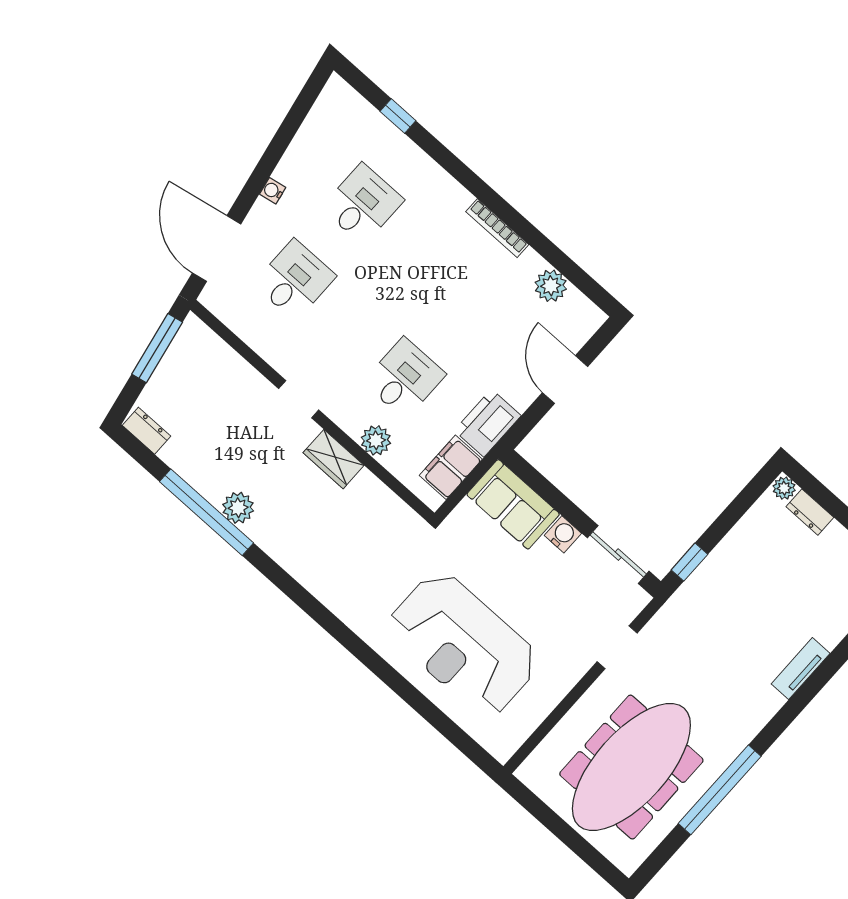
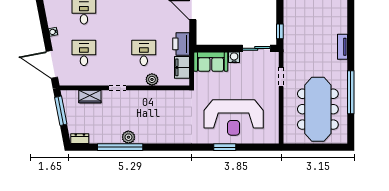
wardrobe: (334, 459) -> (90, 97), moved
tv unit: (801, 669) -> (342, 47), moved
window: (398, 684) -> (225, 147), added

